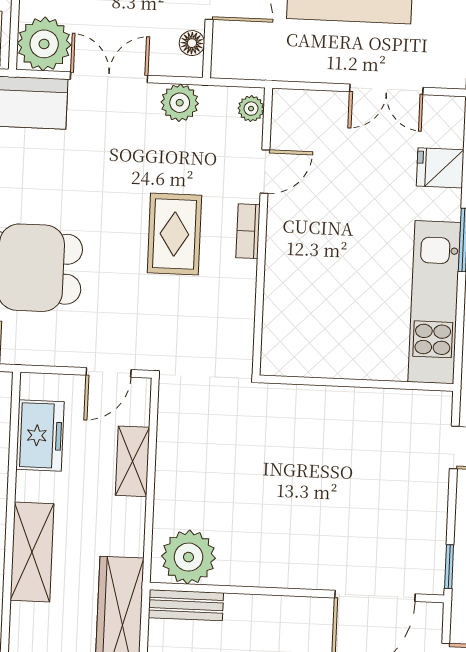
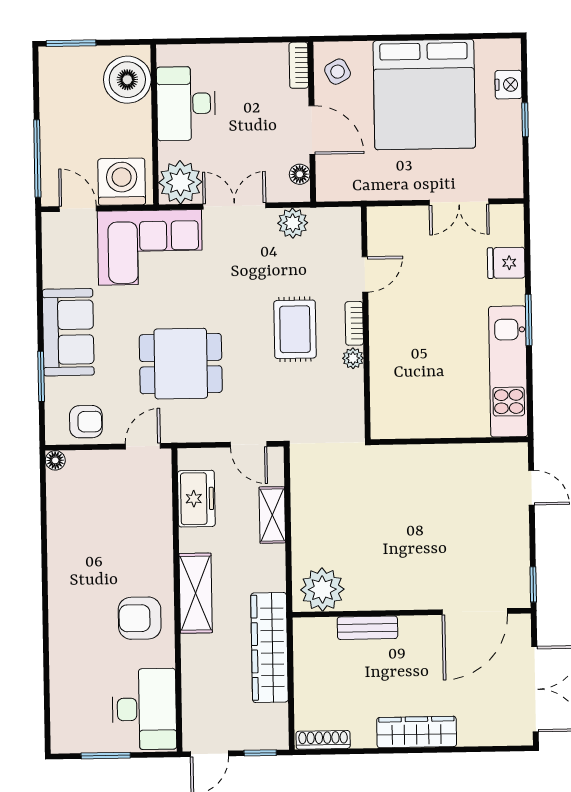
plant: (251, 109) -> (353, 358), moved
door: (109, 372) -> (249, 444), hinge flipped
bench: (186, 605) -> (367, 628), moved

